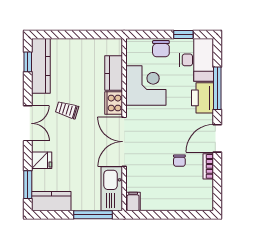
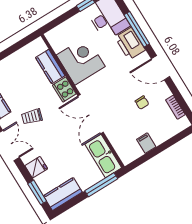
chair: (161, 49) -> (75, 26), removed
door: (217, 138) -> (160, 68), hinge flipped
bookcase: (208, 166) -> (175, 107), moved
filing cabinet: (133, 201) -> (146, 143), moved

